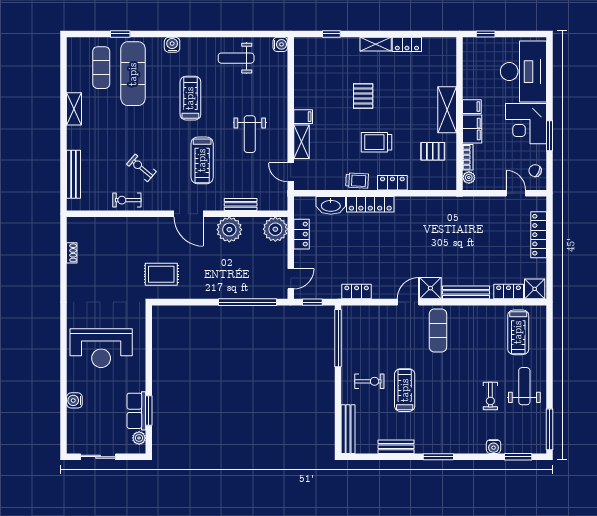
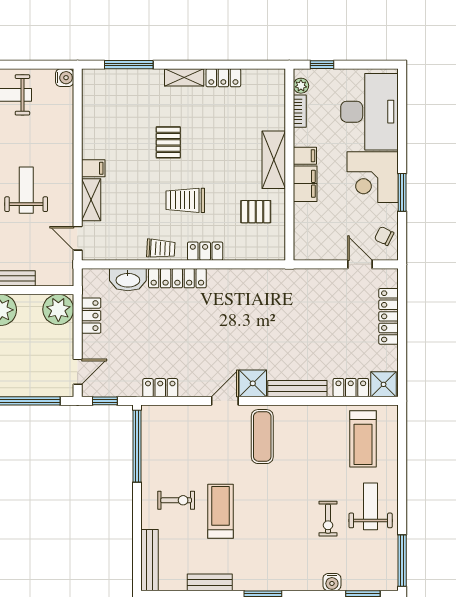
window: (331, 34) -> (129, 65), width x2.17
weight bench: (250, 134) -> (26, 190), turned 180
bookcase: (468, 157) -> (300, 111), moved
plant: (469, 178) -> (301, 86), moved

